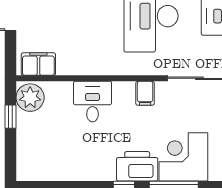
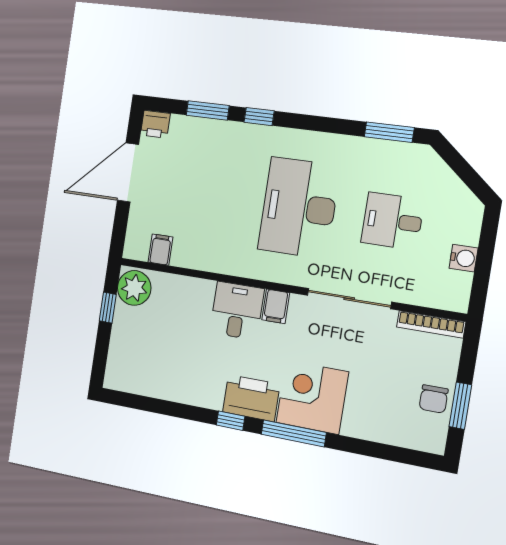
filing cabinet: (38, 64) -> (160, 250), width x0.50
desk: (92, 102) -> (237, 311), moved

